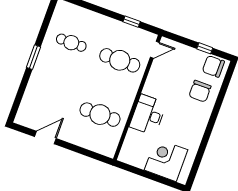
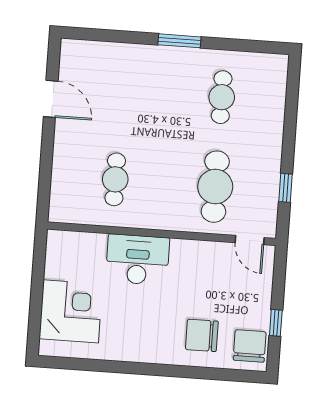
cafe table: (100, 115) -> (115, 179), width x0.73, depth x0.74

